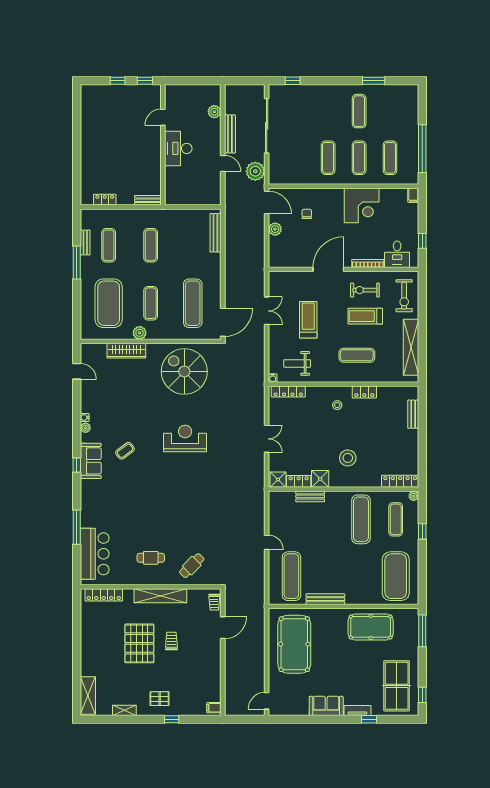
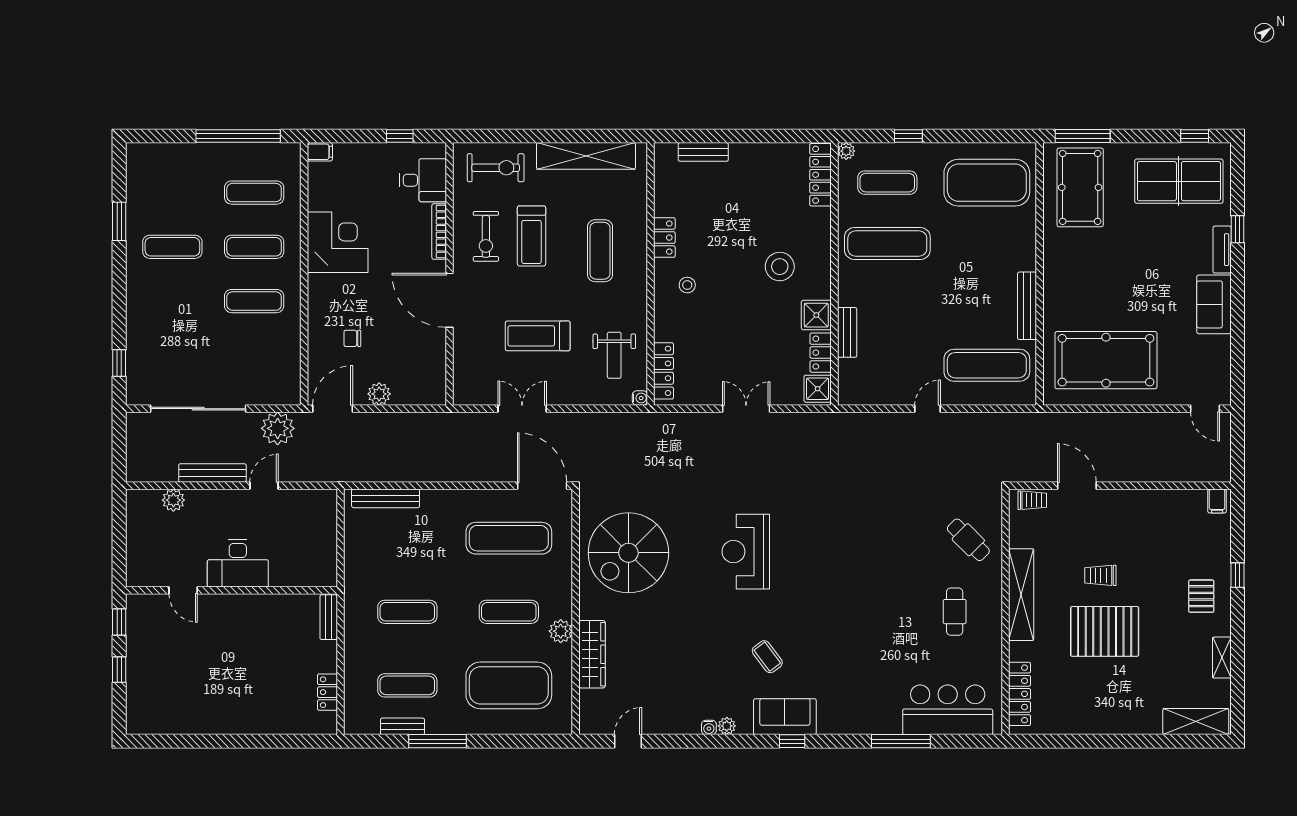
pool table: (371, 627) -> (1080, 187), moved

